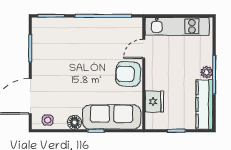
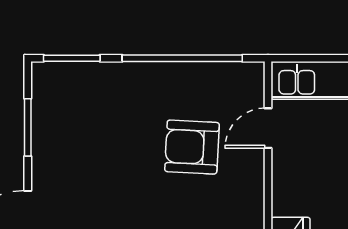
armchair: (128, 74) -> (192, 147), moved

